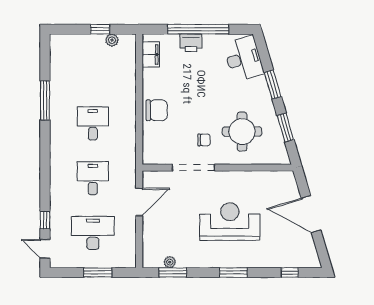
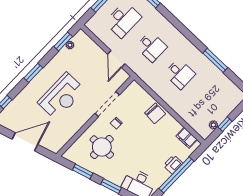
chair: (157, 110) -> (155, 113), turned -86

